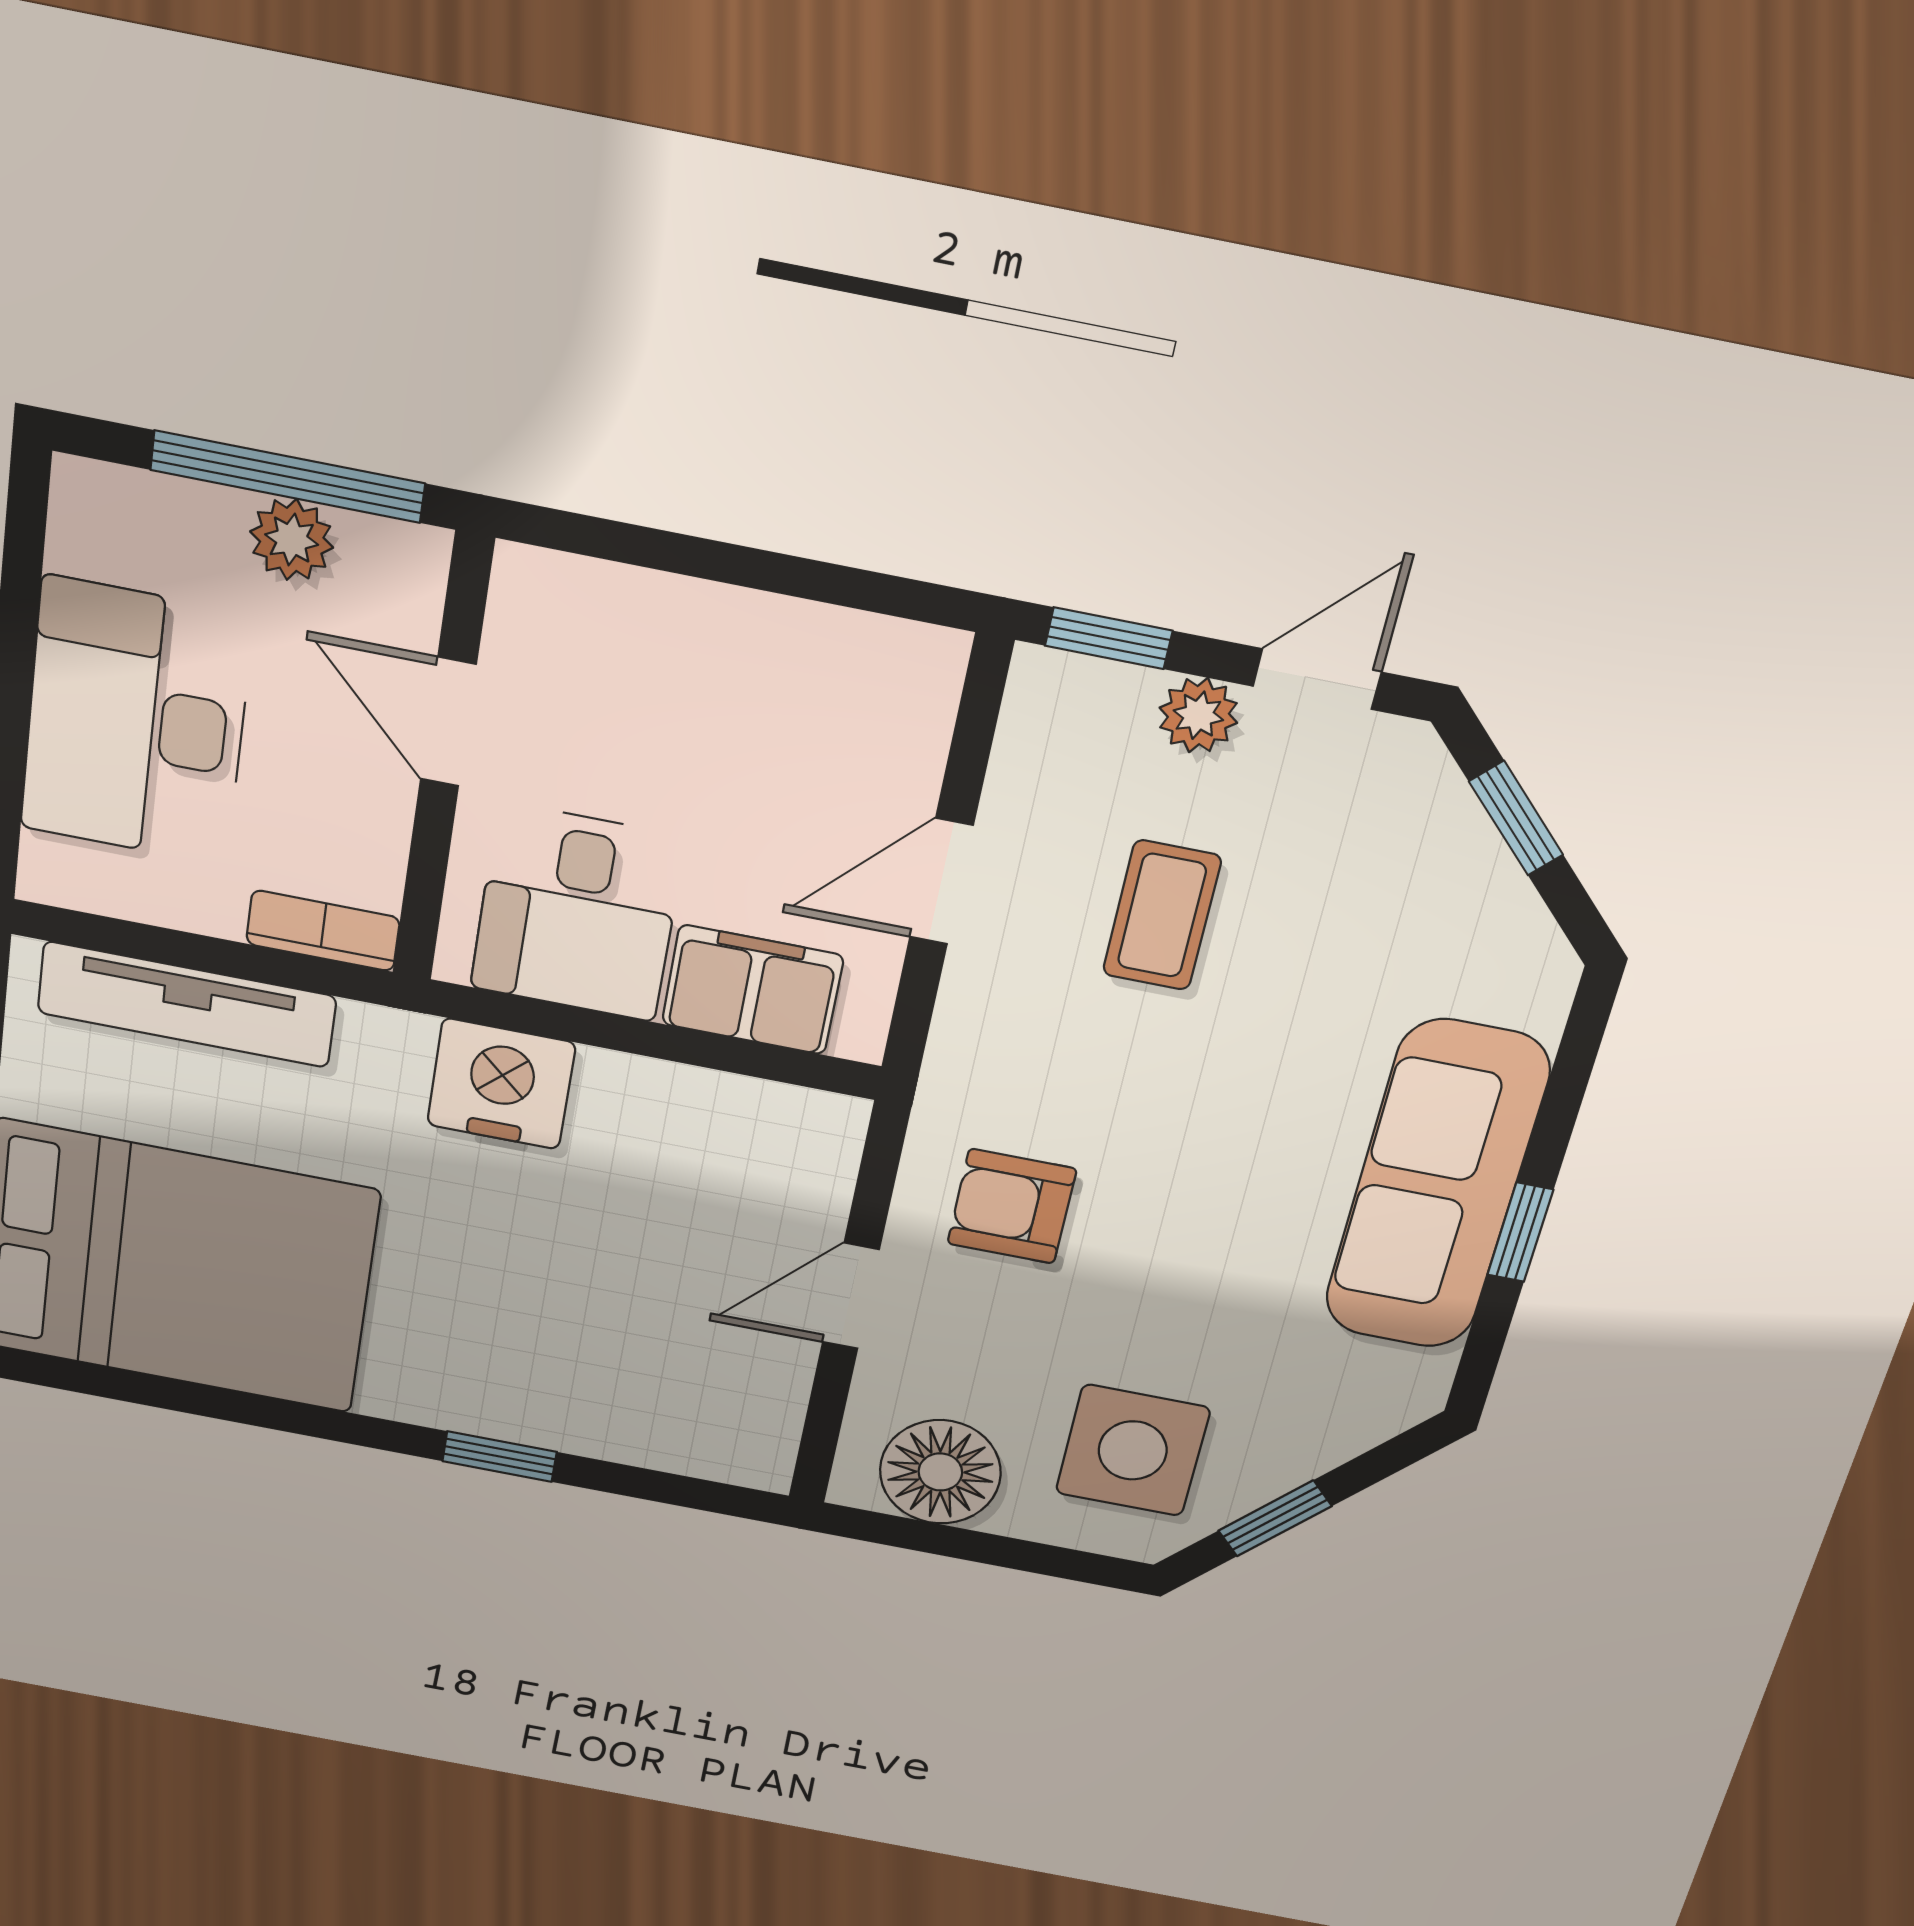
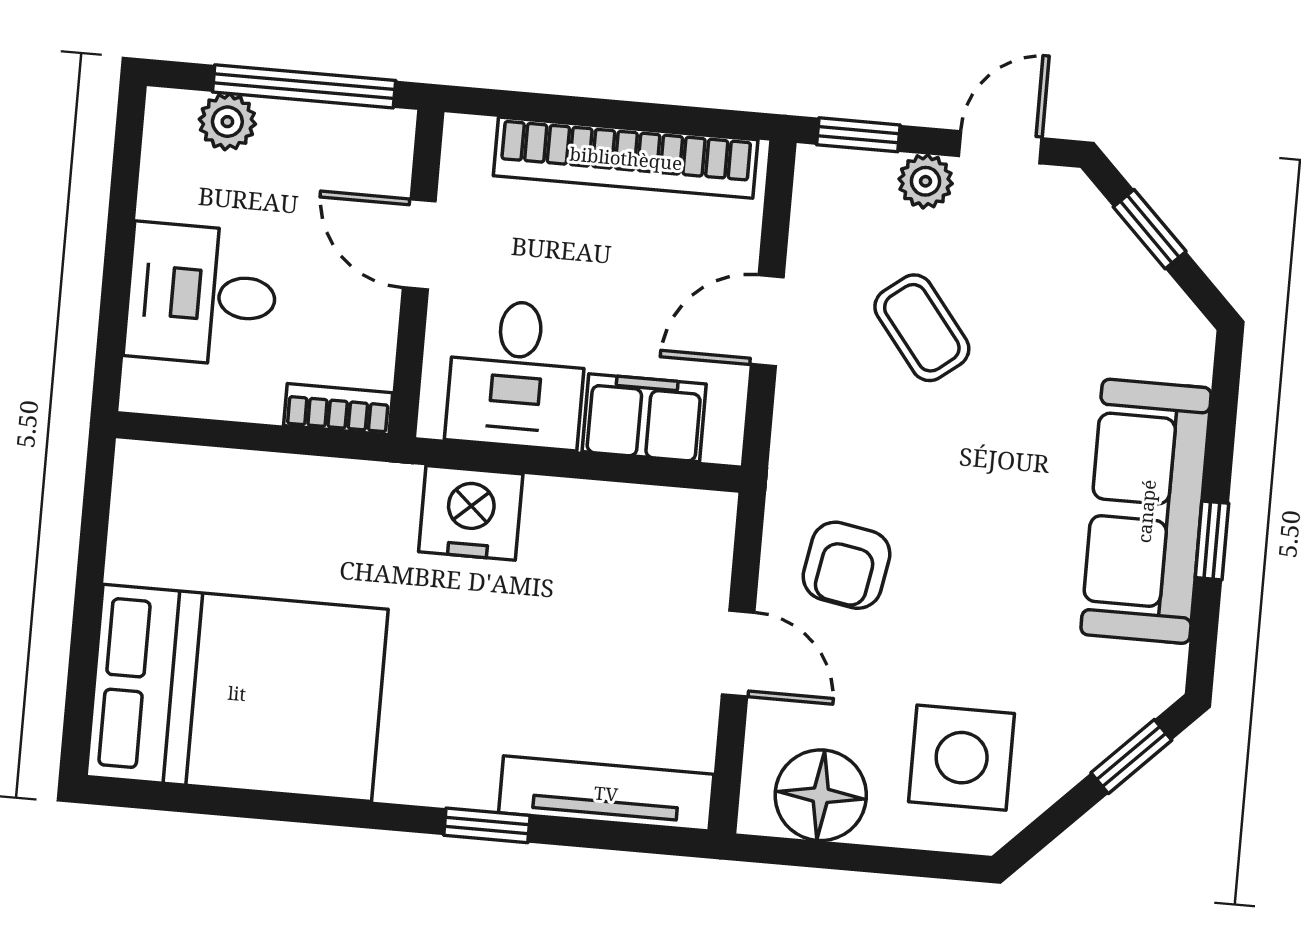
plant: (292, 540) -> (227, 122), moved
bookcase: (759, 633) -> (626, 158), added
desk: (136, 722) -> (202, 295), width x0.73
coffee table: (1162, 915) -> (922, 328), turned -38
tv unit: (187, 1005) -> (606, 793), moved, turned 180
armchair: (1012, 1206) -> (847, 565), turned -80
door: (851, 1296) -> (738, 653), swing flipped
window: (1275, 1518) -> (1131, 756), moved

